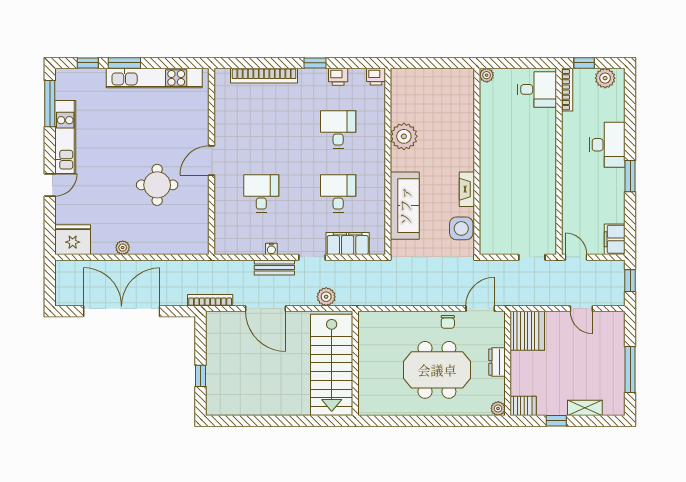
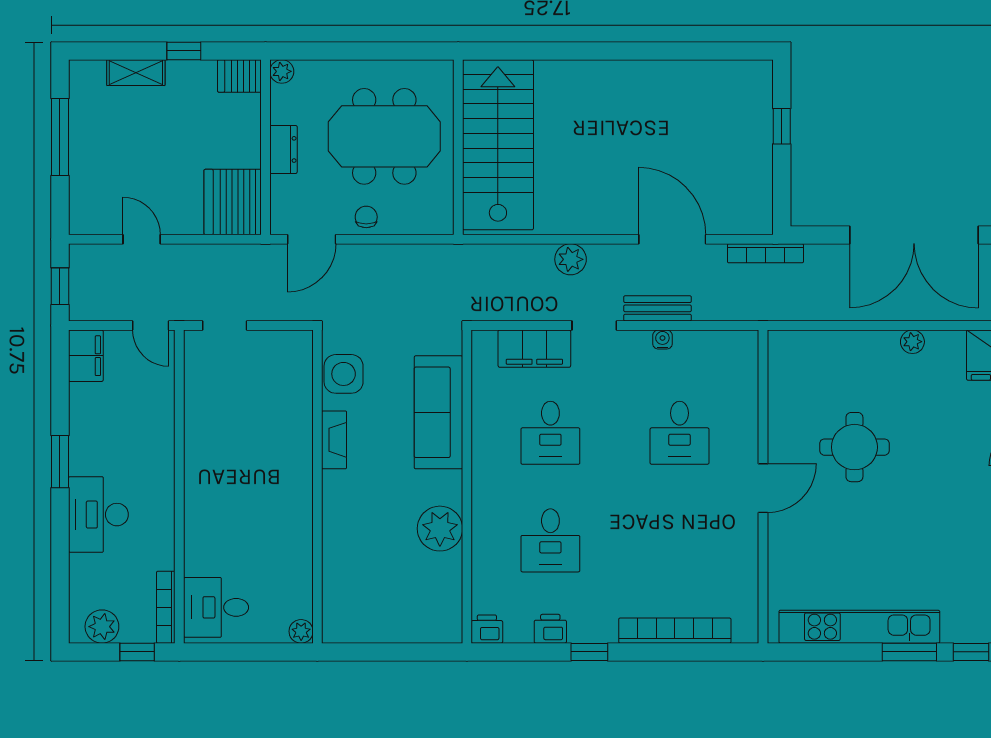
wall: (355, 363) -> (458, 147), moved
stairs: (332, 365) -> (498, 145), moved

